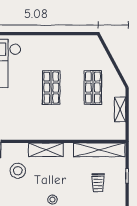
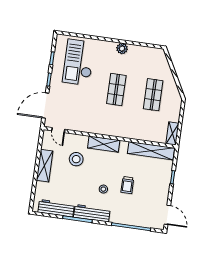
plant: (51, 41) -> (122, 49), added
shelving: (120, 109) -> (172, 133), moved
trolley: (98, 183) -> (127, 185), moved

